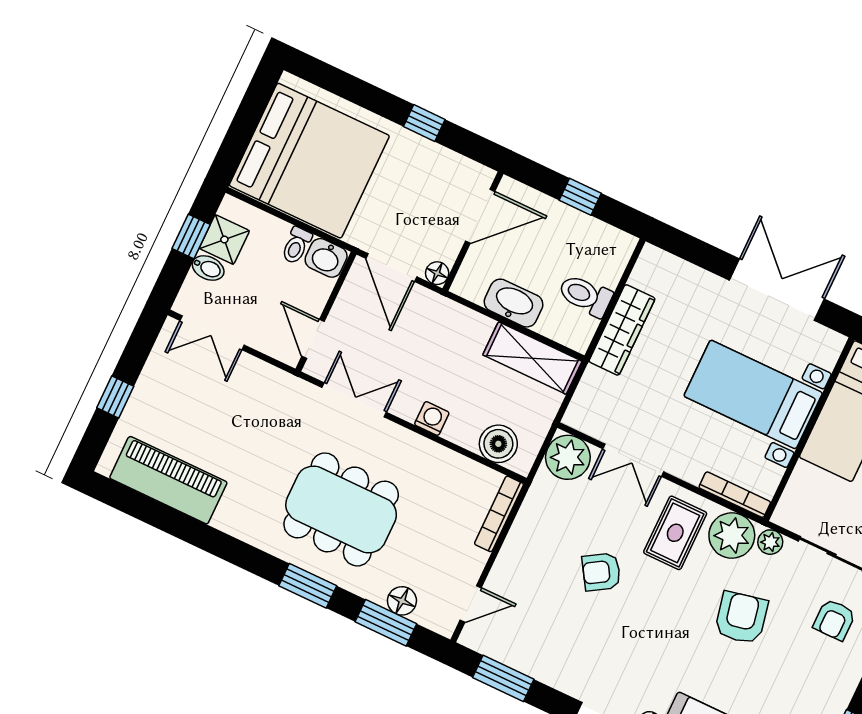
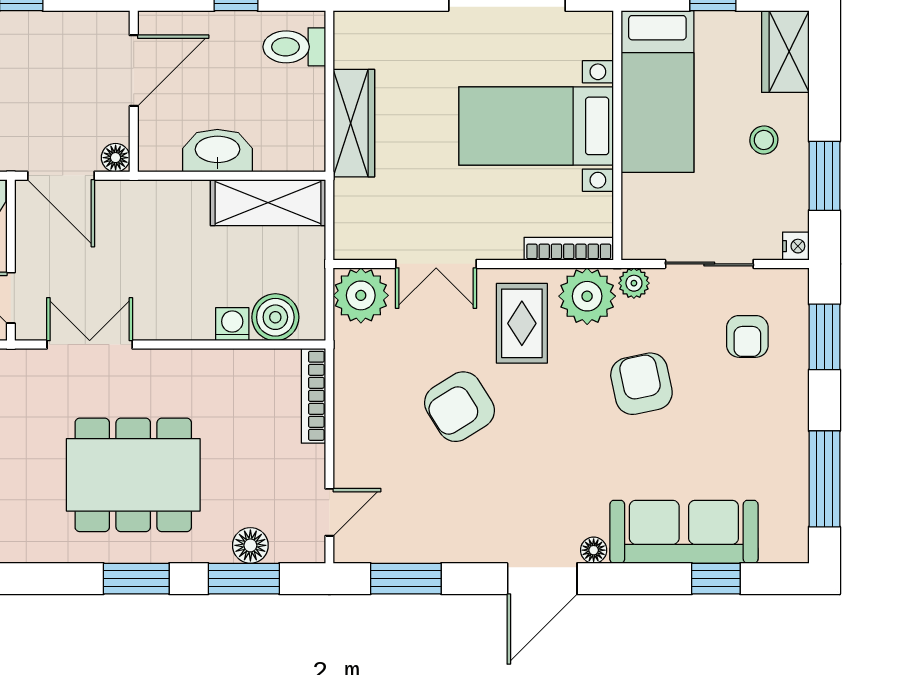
toilet: (585, 295) -> (294, 47), moved
washing machine: (432, 418) -> (232, 324), moved
armchair: (601, 572) -> (459, 407), width x1.38, depth x1.38

